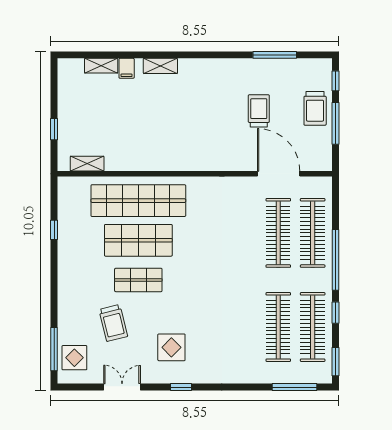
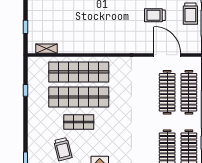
trolley: (259, 111) -> (155, 15), turned -90
shop shelf: (138, 240) -> (79, 97), width x1.40

